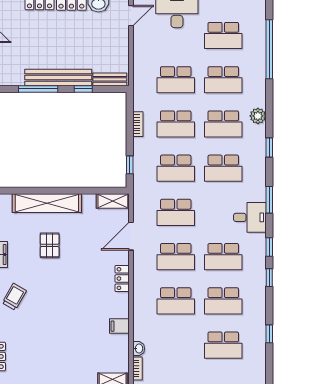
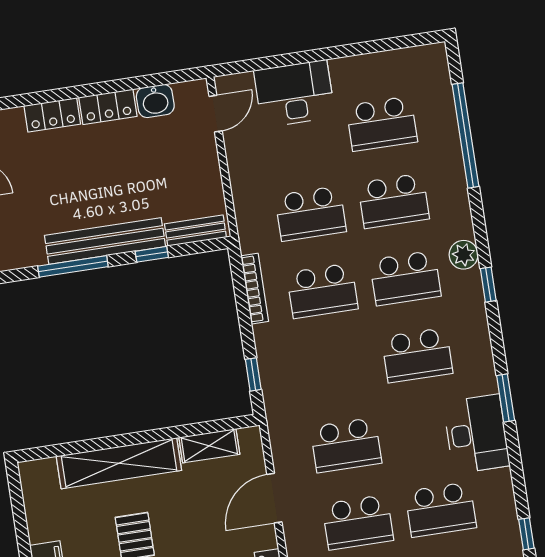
bookcase: (138, 124) -> (255, 289), width x1.56
window: (269, 148) -> (488, 285), moved
school desk: (176, 168) -> (334, 368), removed
shelving: (113, 201) -> (209, 446), moved
desk: (250, 217) -> (477, 434), width x1.37
window: (269, 247) -> (518, 480), removed

